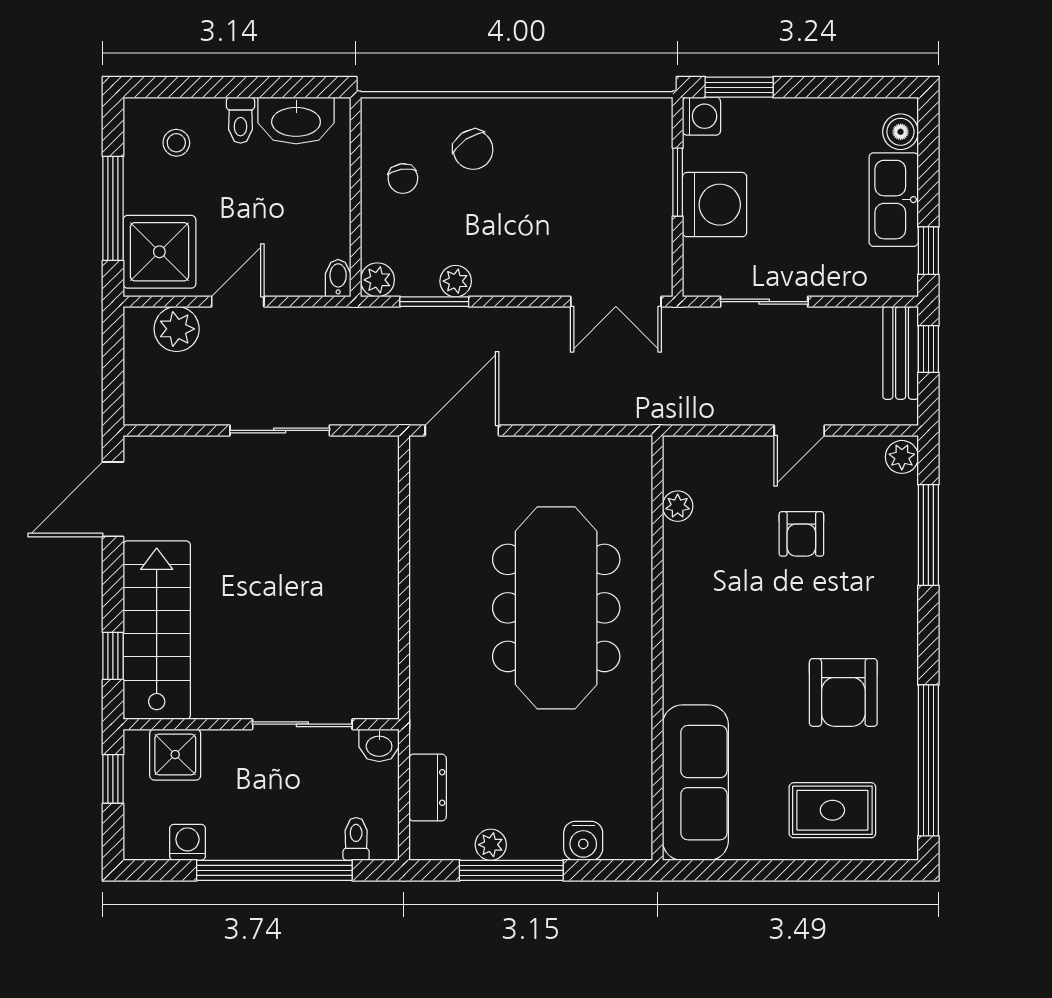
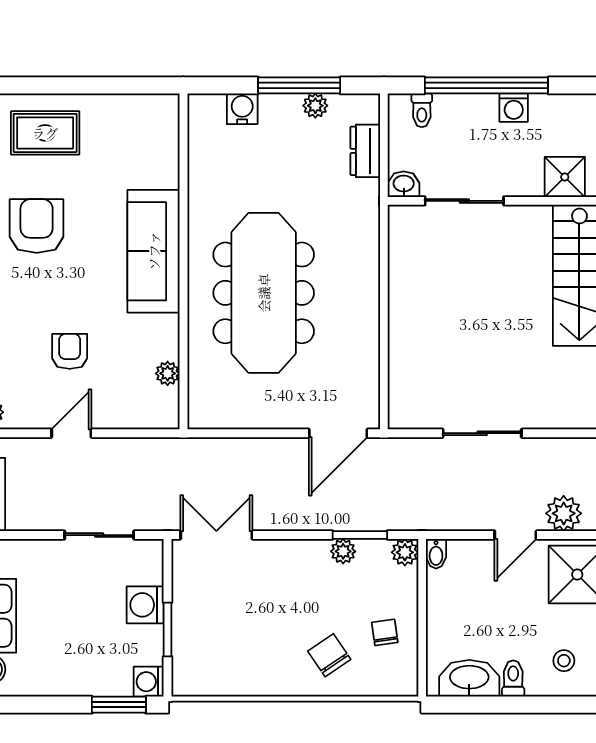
washing machine: (715, 205) -> (145, 605), width x0.73, depth x0.73
sofa: (695, 783) -> (154, 251), moved
washing machine: (187, 842) -> (514, 108), moved

